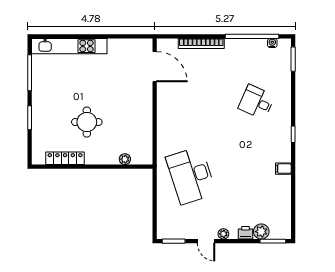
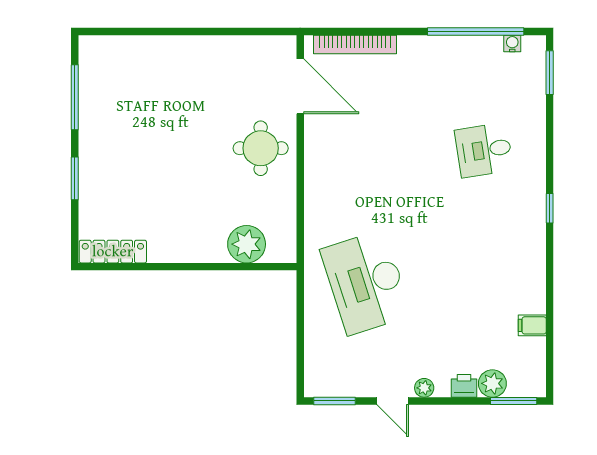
bookcase: (201, 43) -> (355, 45), moved
kitchen unit: (69, 46) -> (146, 49), removed
desk: (257, 102) -> (484, 150), turned -33
round table: (87, 122) -> (261, 148), moved
locker: (65, 158) -> (113, 252), moved
plant: (125, 159) -> (247, 244), width x1.88, depth x1.88
filing cabinet: (283, 169) -> (532, 325), moved

